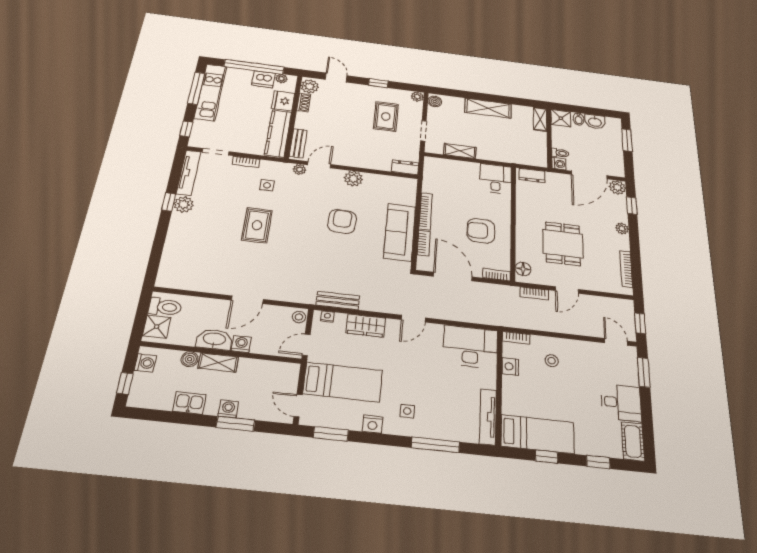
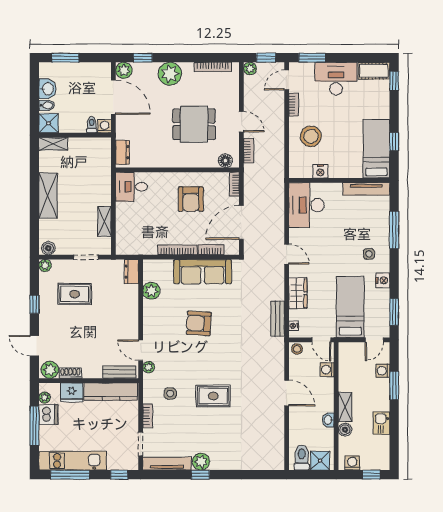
window: (254, 67) -> (34, 426), width x0.68
door: (336, 78) -> (34, 346), hinge flipped
plant: (353, 179) -> (151, 291), moved
plant: (622, 229) -> (170, 74), width x1.88, depth x1.88
plant: (627, 306) -> (250, 69), added
bookcase: (516, 338) -> (293, 105), moved
washbasin: (214, 339) -> (328, 420), width x0.52, depth x0.69
washing machine: (241, 344) -> (327, 370), moved
stool: (552, 361) -> (311, 136), width x1.89, depth x1.89
desk: (621, 403) -> (336, 79), width x1.37
washing machine: (228, 409) -> (383, 371), moved
window: (598, 462) -> (394, 81), moved

